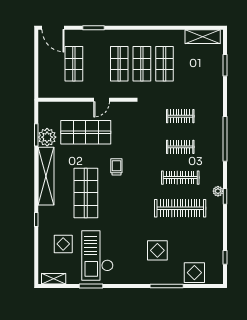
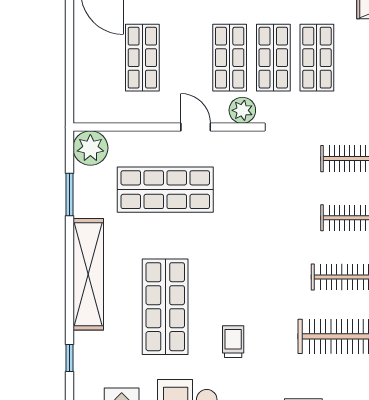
plant: (126, 91) -> (242, 110), added
door: (102, 100) -> (196, 127), swing flipped
plant: (47, 137) -> (90, 148), moved
trolley: (116, 167) -> (233, 342), moved

